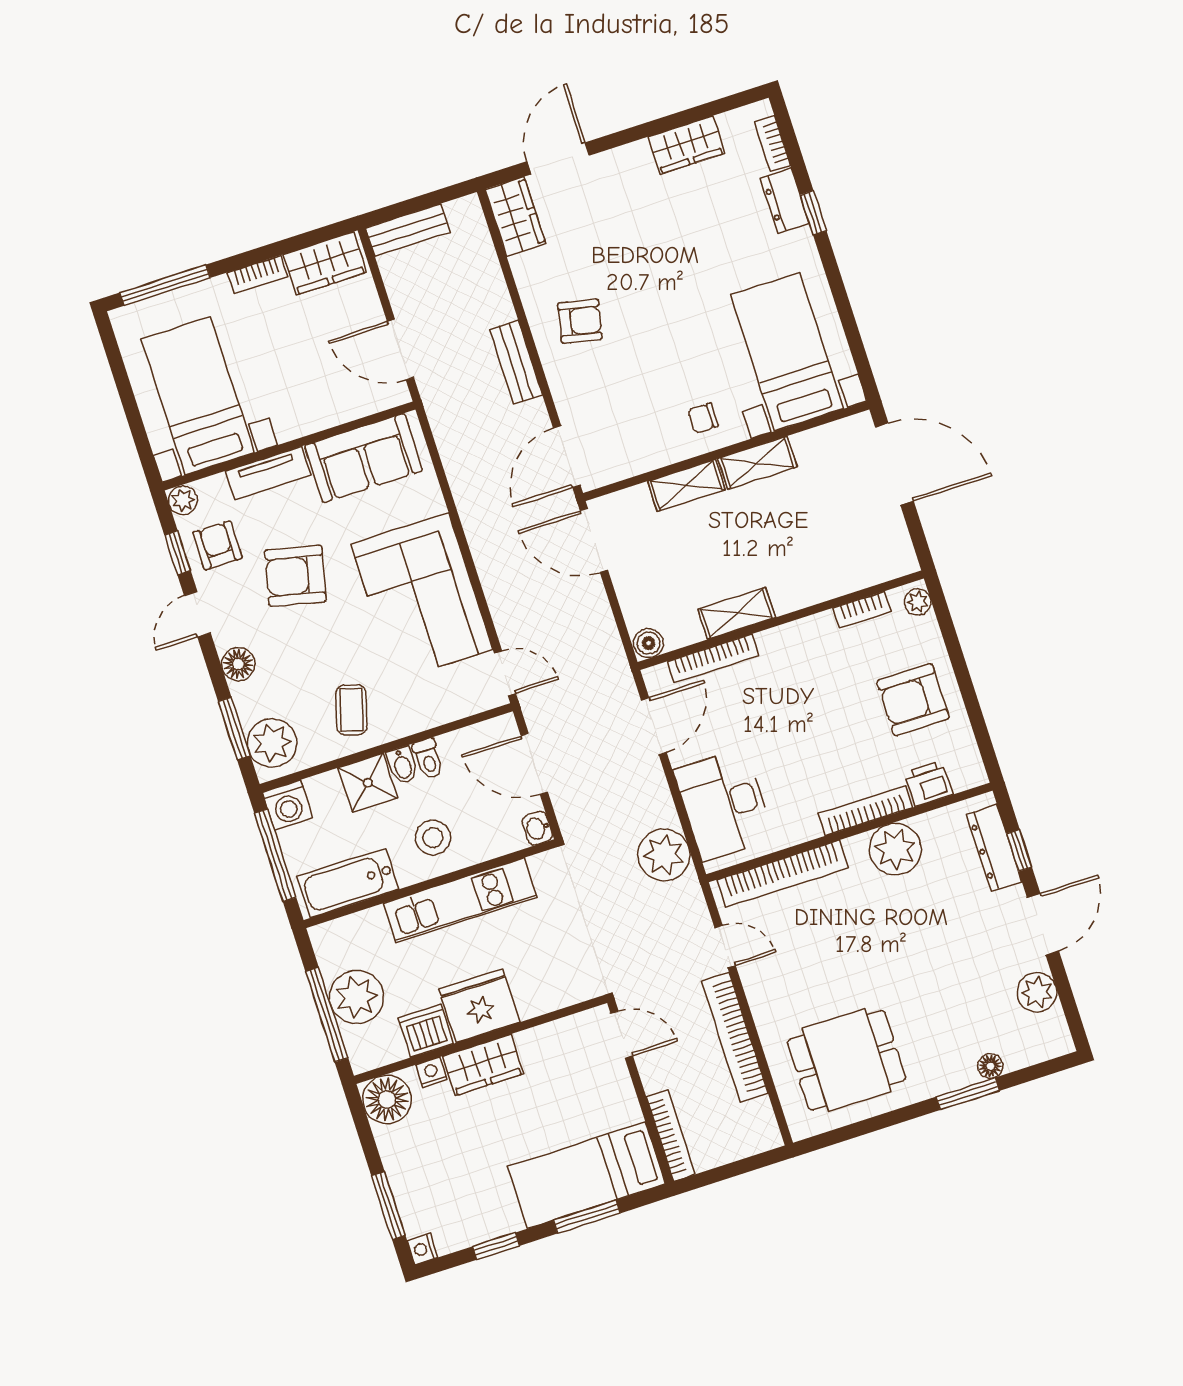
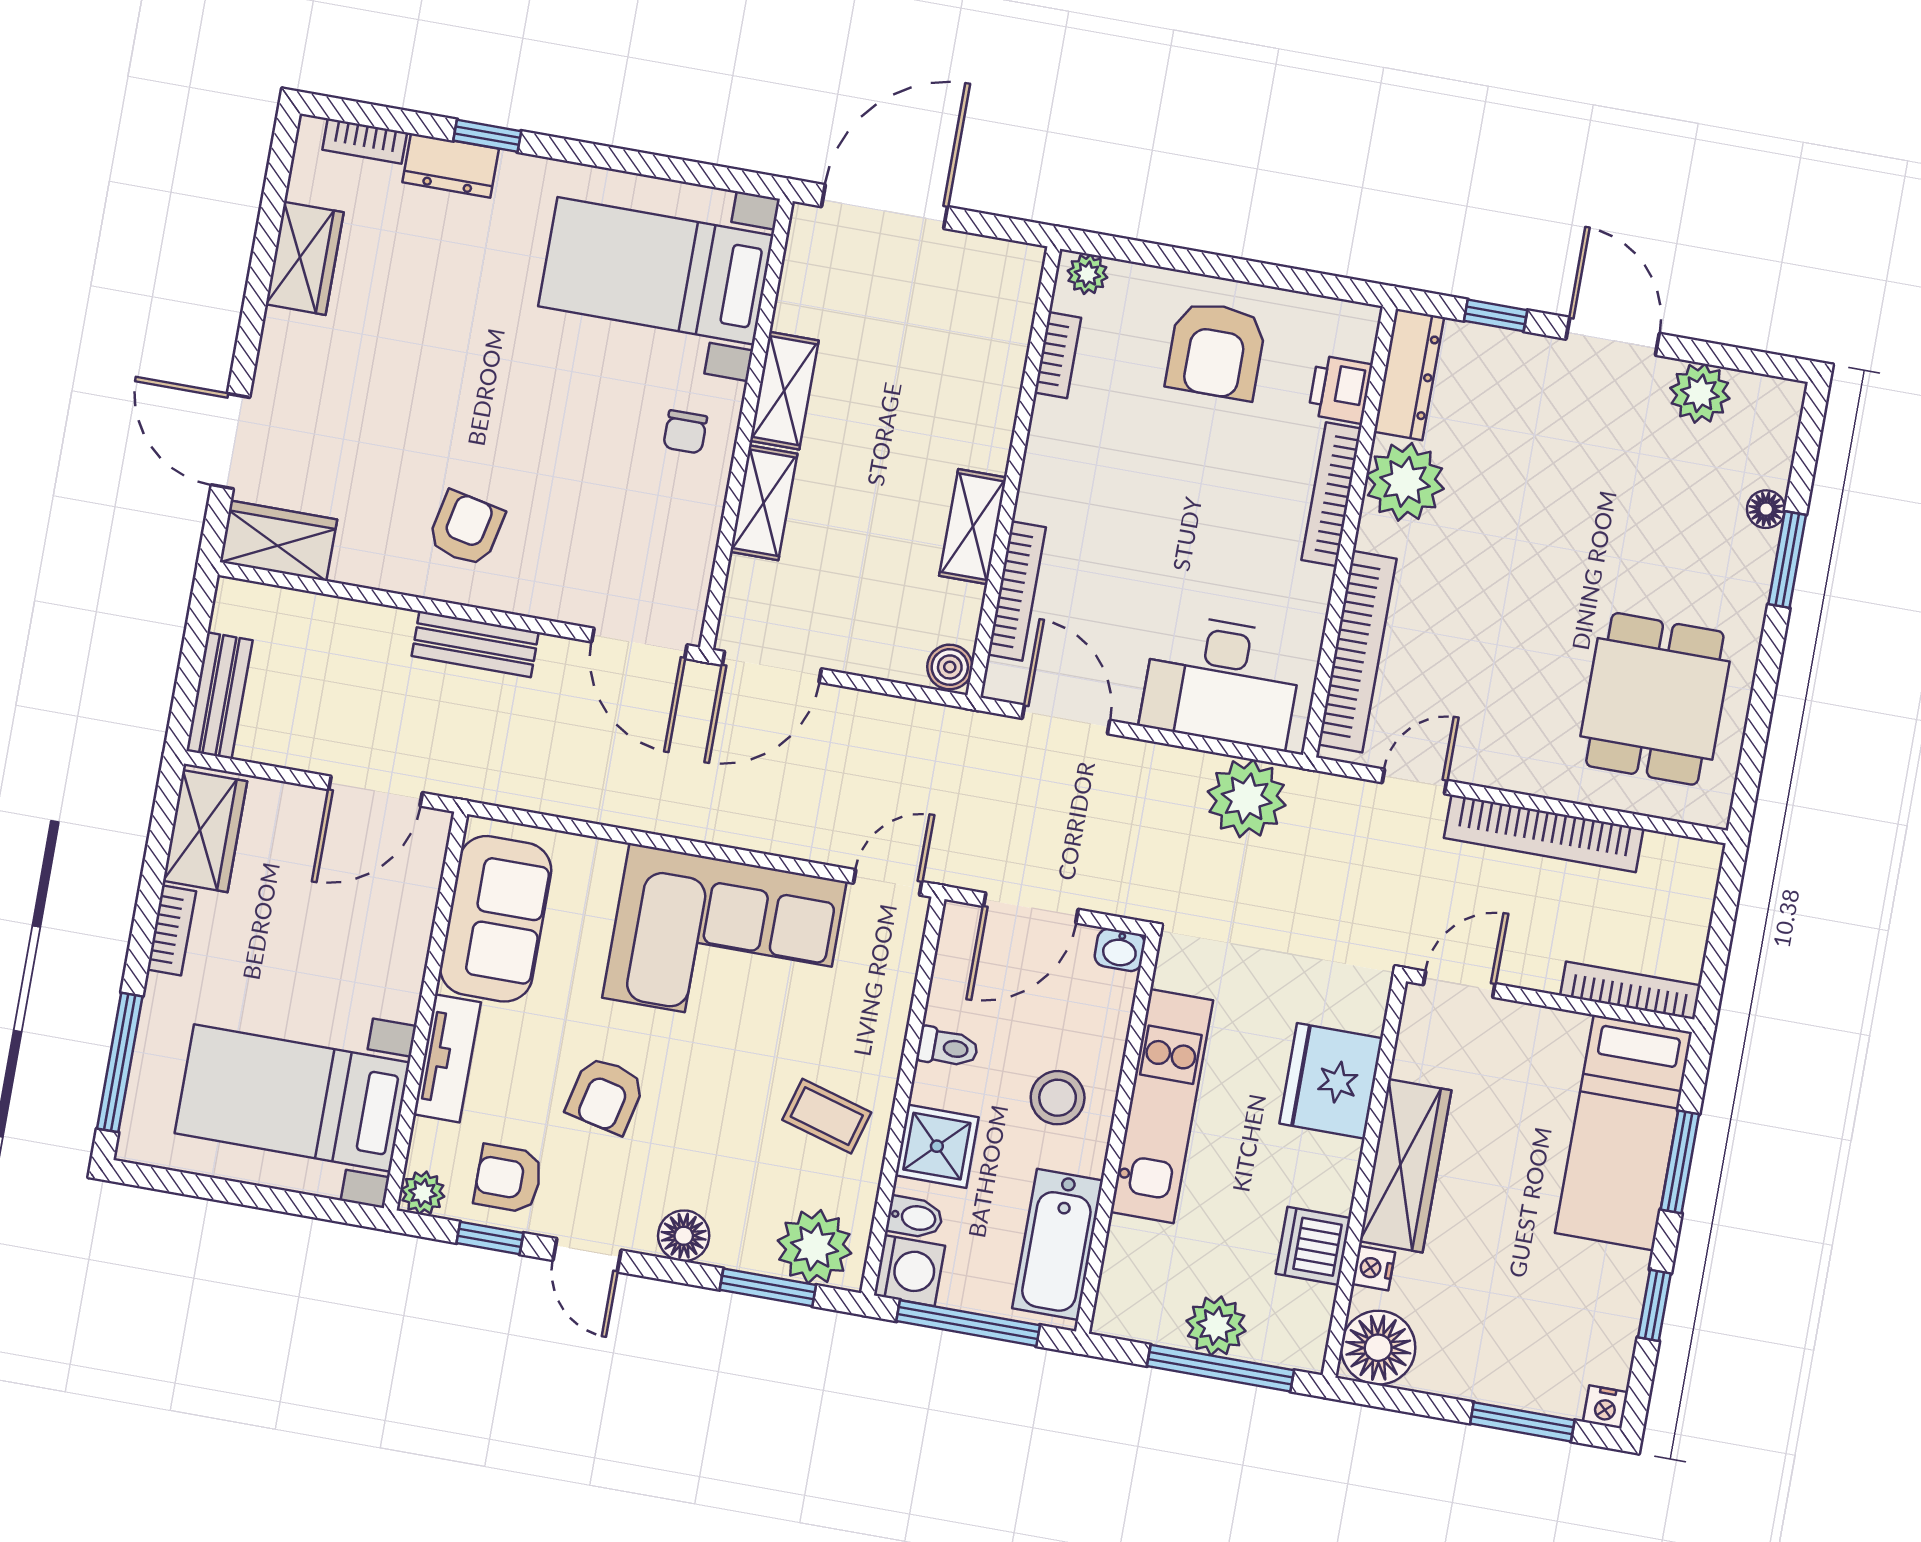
armchair: (295, 576) -> (606, 1095), width x0.72, depth x0.72
bidet: (402, 765) -> (915, 1217), moved
dresser: (994, 848) -> (1409, 374), moved, turned -90
plant: (357, 997) -> (1216, 1326), width x0.73, depth x0.73
fridge: (479, 1006) -> (1331, 1081), moved
wardrobe: (483, 1065) -> (1405, 1166), width x1.50

